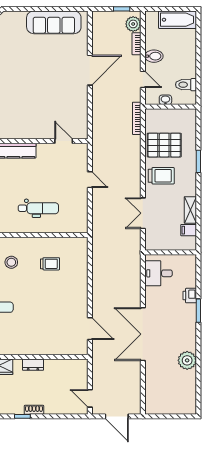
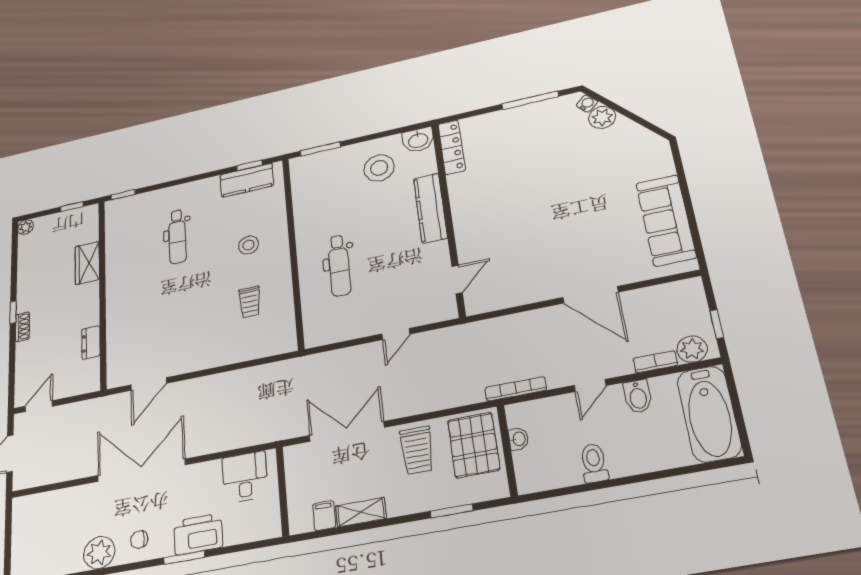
bathtub: (178, 20) -> (709, 414), width x1.36, depth x1.36
washbasin: (165, 100) -> (519, 439), moved
wall: (171, 107) -> (507, 450), moved
double door: (143, 213) -> (347, 431), width x1.37
printer: (190, 296) -> (198, 534), width x1.87, depth x1.48
chair: (184, 337) -> (139, 540), added
dresser: (33, 365) -> (91, 343), moved

